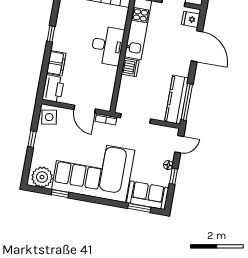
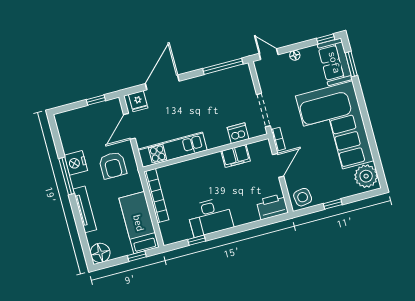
window: (51, 34) -> (197, 240), moved
desk: (107, 45) -> (210, 217), moved, turned 180
filing cabinet: (56, 63) -> (236, 156), moved, turned 180
dishwasher: (130, 67) -> (238, 133), moved
kitchen counter: (177, 100) -> (225, 78), removed
window: (173, 176) -> (326, 39), moved
window: (60, 194) -> (374, 150), removed

